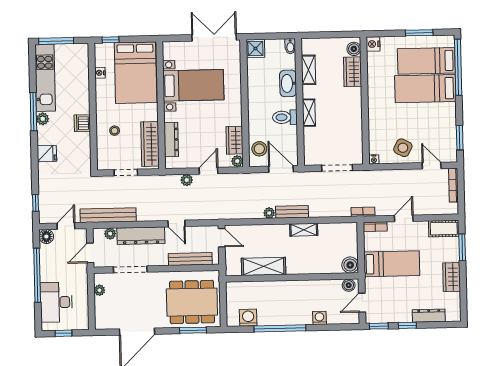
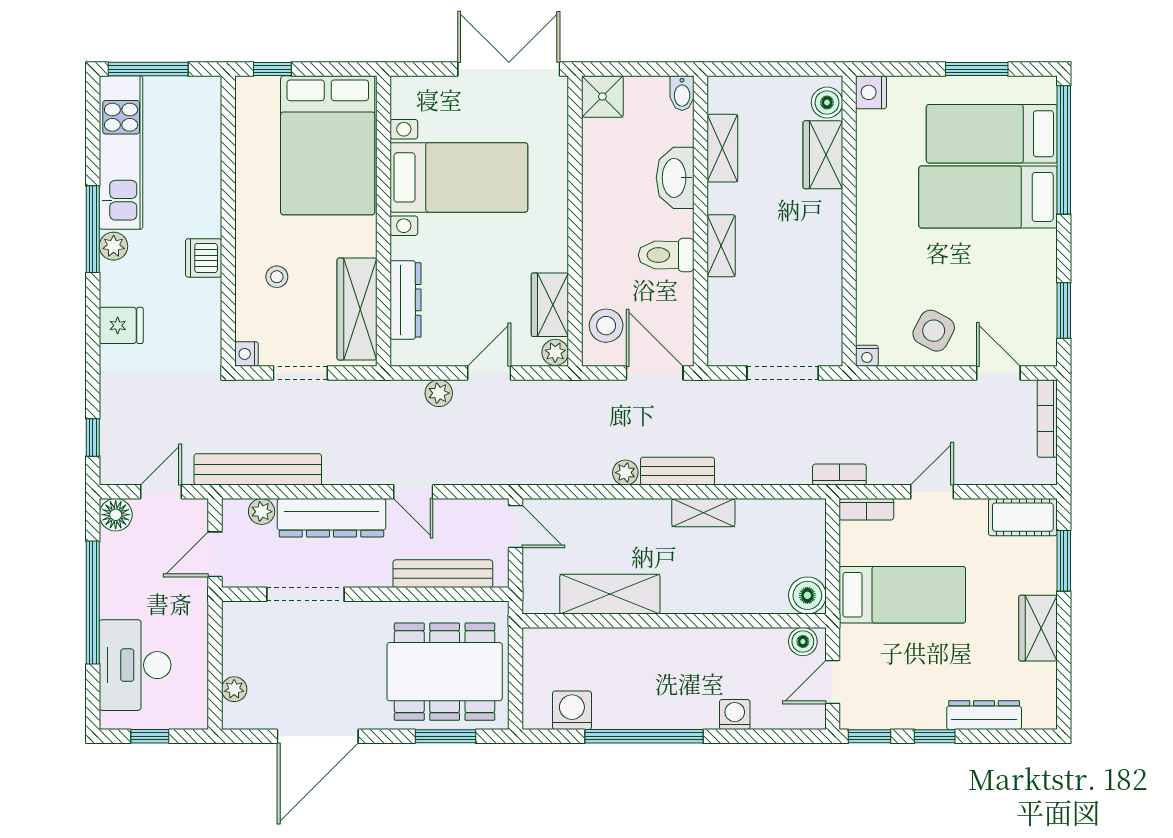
nightstand: (100, 73) -> (247, 354), moved
plant: (99, 290) -> (234, 689), moved

